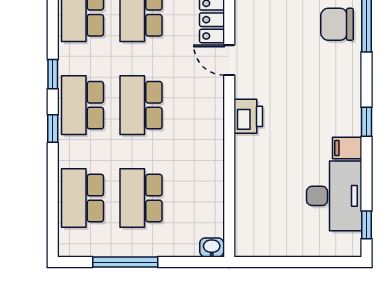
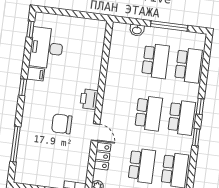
chair: (337, 24) -> (62, 124), moved, turned 180
washbasin: (212, 247) -> (137, 30), moved

